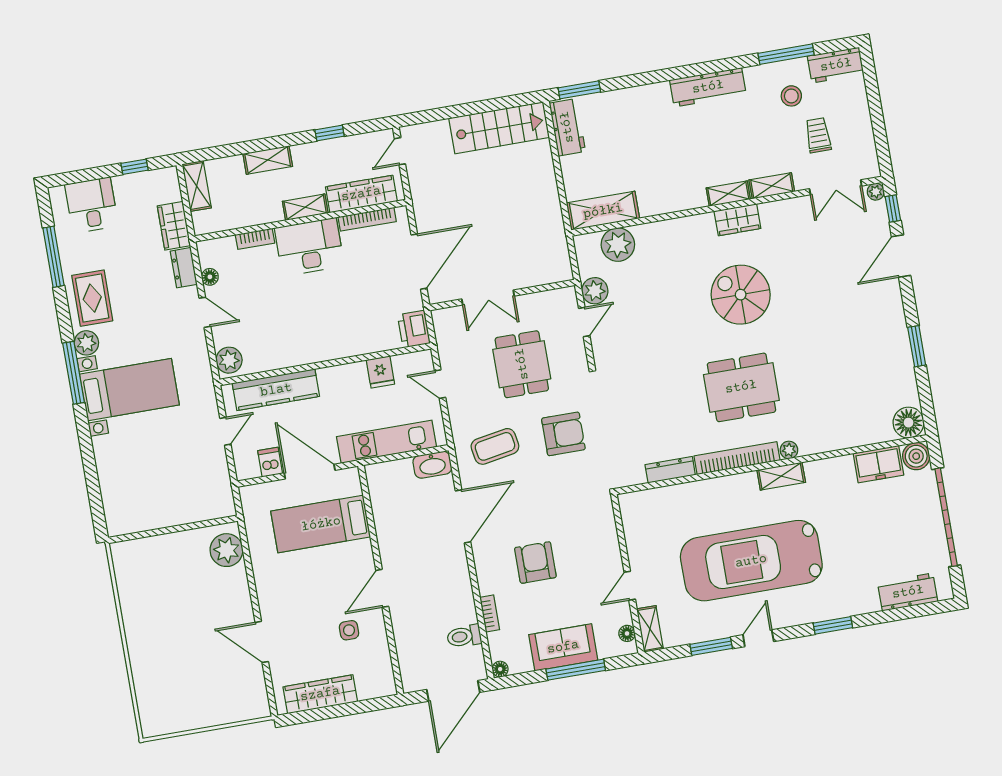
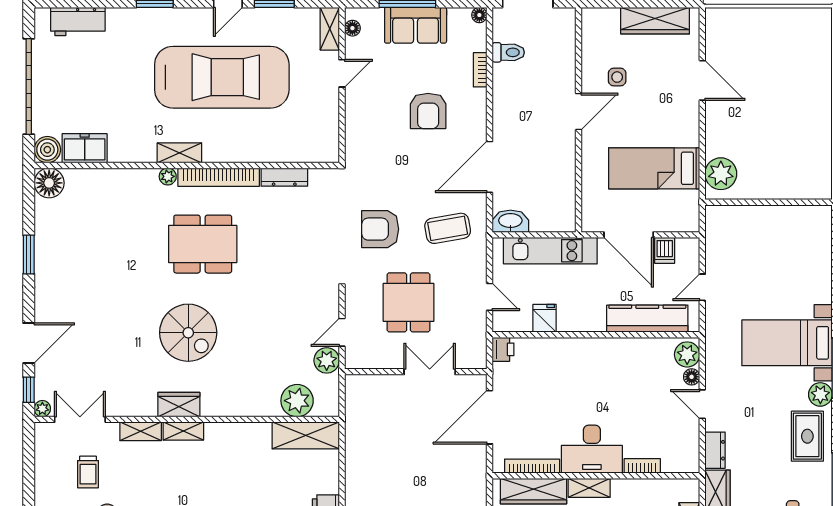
floor lamp: (210, 277) -> (692, 377), moved
printer: (414, 329) -> (503, 349), width x0.73, depth x0.81
bed: (321, 524) -> (654, 168), moved, turned 180

